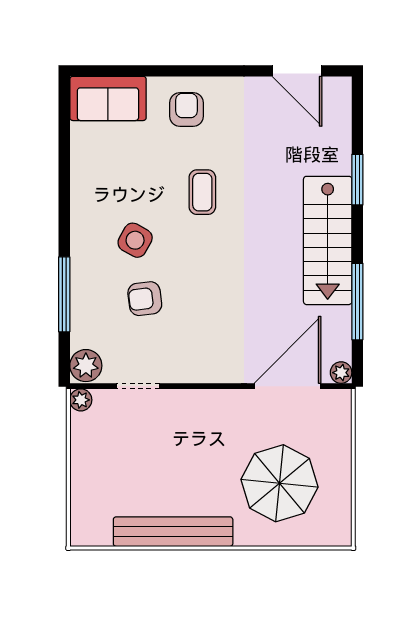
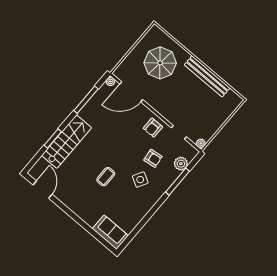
armchair: (186, 110) -> (153, 128), moved
stairs: (328, 240) -> (67, 142), moved
plant: (86, 366) -> (181, 164), moved

